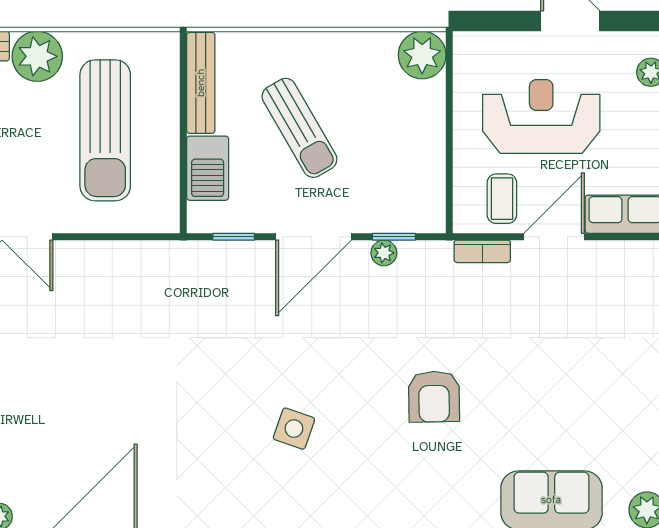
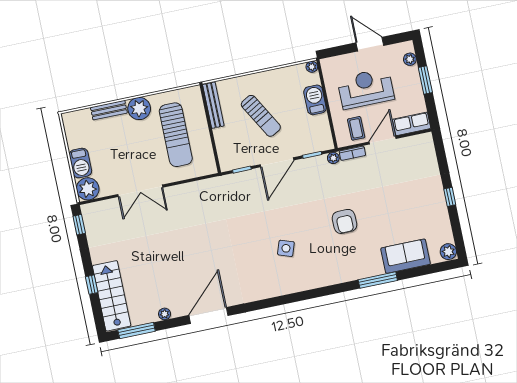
plant: (422, 55) -> (312, 67), width x0.53, depth x0.53
barbecue: (208, 168) -> (315, 100), moved, turned 180
plant: (384, 253) -> (333, 158), moved

